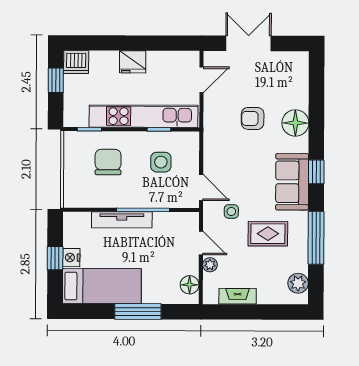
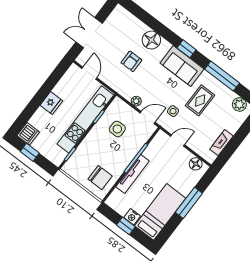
chair: (108, 162) -> (100, 178), moved, turned 180
plant: (210, 265) -> (136, 101), moved

